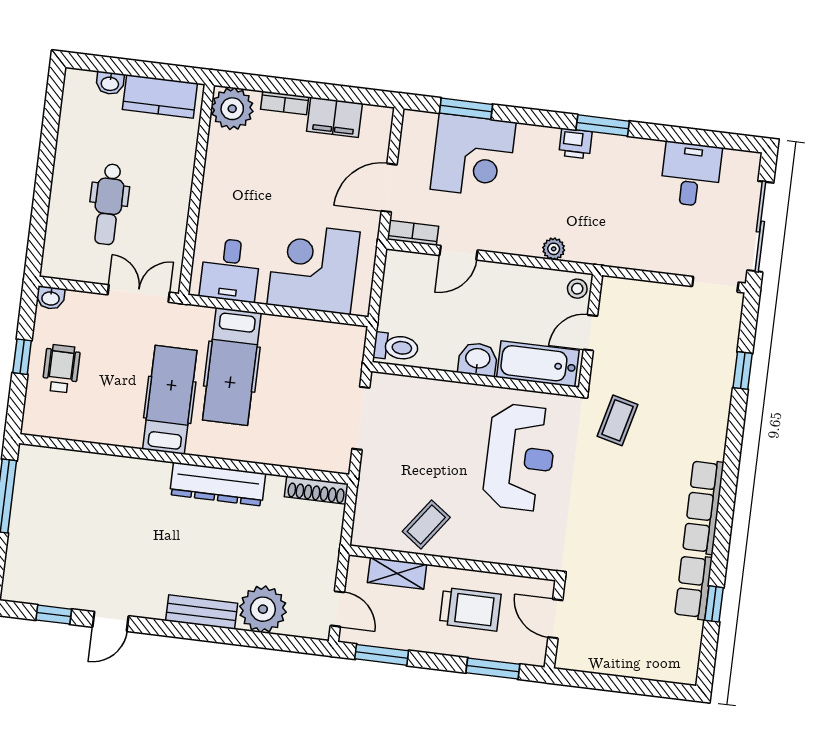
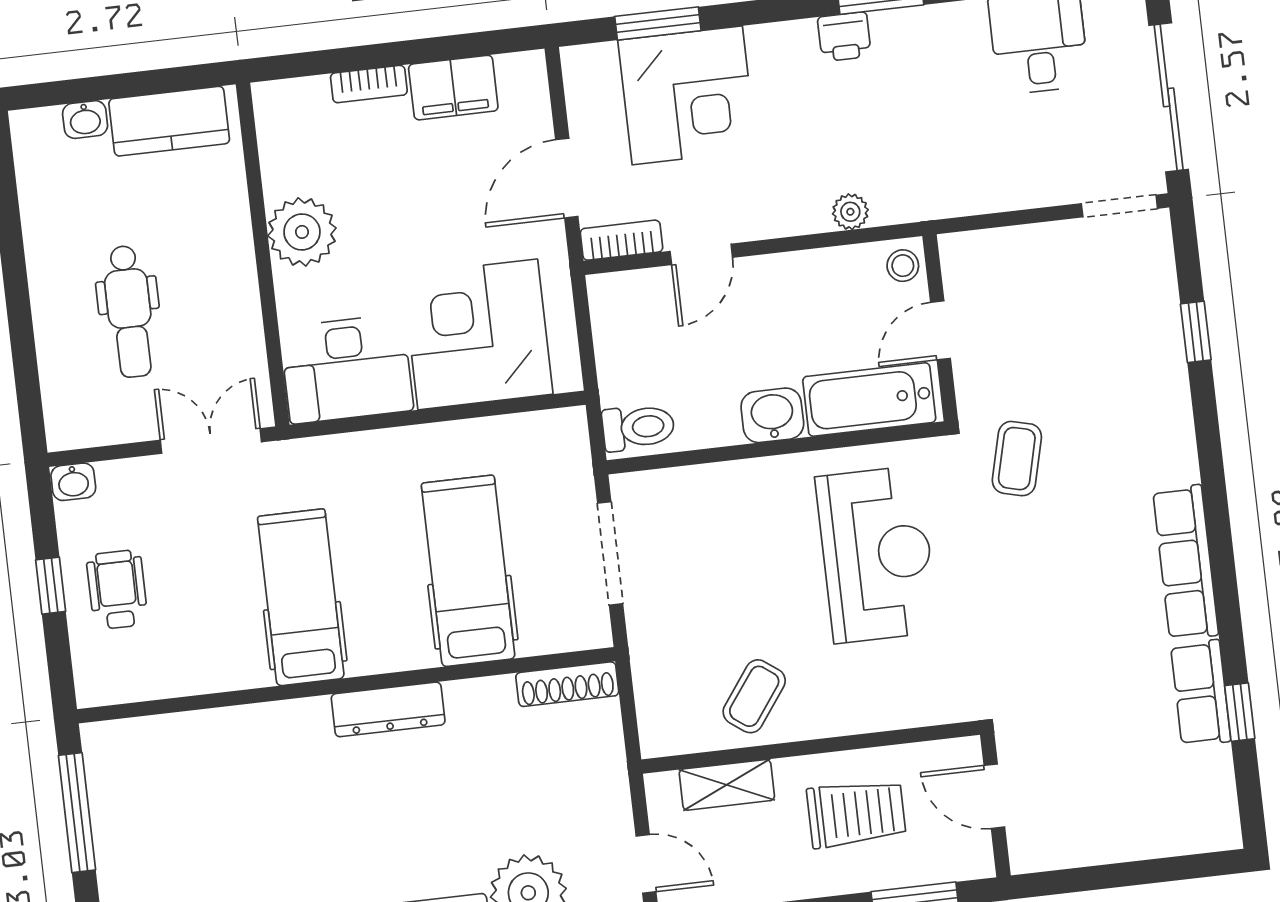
plant: (232, 109) -> (302, 232), moved
desk: (230, 270) -> (347, 369), width x1.37
hospital bed: (232, 367) -> (468, 571), moved, turned 180
dresser: (218, 484) -> (388, 709), width x0.73, depth x0.80

